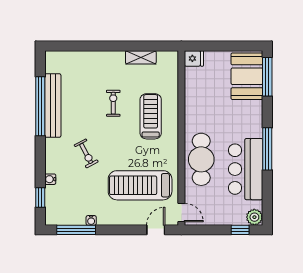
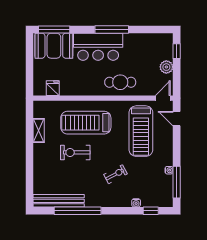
fridge: (194, 58) -> (53, 88), moved
exercise bike: (113, 103) -> (75, 152), width x1.38, depth x1.39
bench: (53, 106) -> (59, 201), moved
treadmill: (151, 116) -> (86, 123), width x1.37, depth x1.38
cafe table: (201, 159) -> (120, 82), width x0.73, depth x0.74
bar counter: (246, 169) -> (98, 47), moved
plant: (254, 217) -> (166, 67), moved

